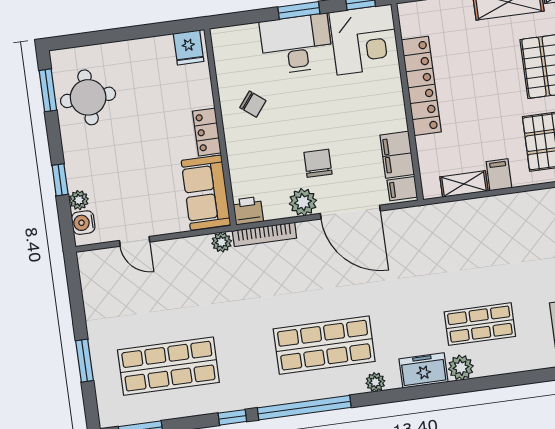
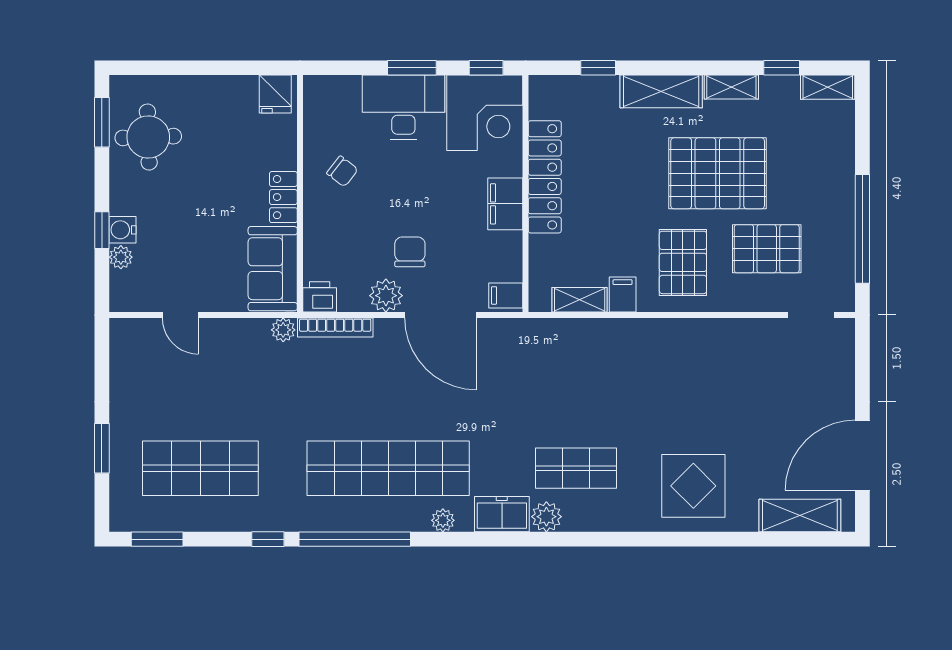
filing cabinet: (397, 155) -> (505, 204), moved
water cooler: (83, 223) -> (122, 230), moved
shop shelf: (324, 345) -> (388, 468), width x1.40

